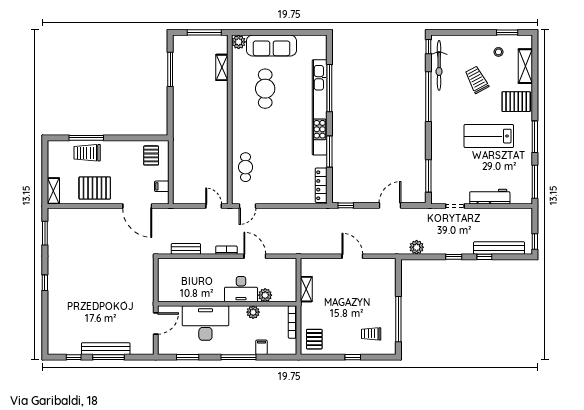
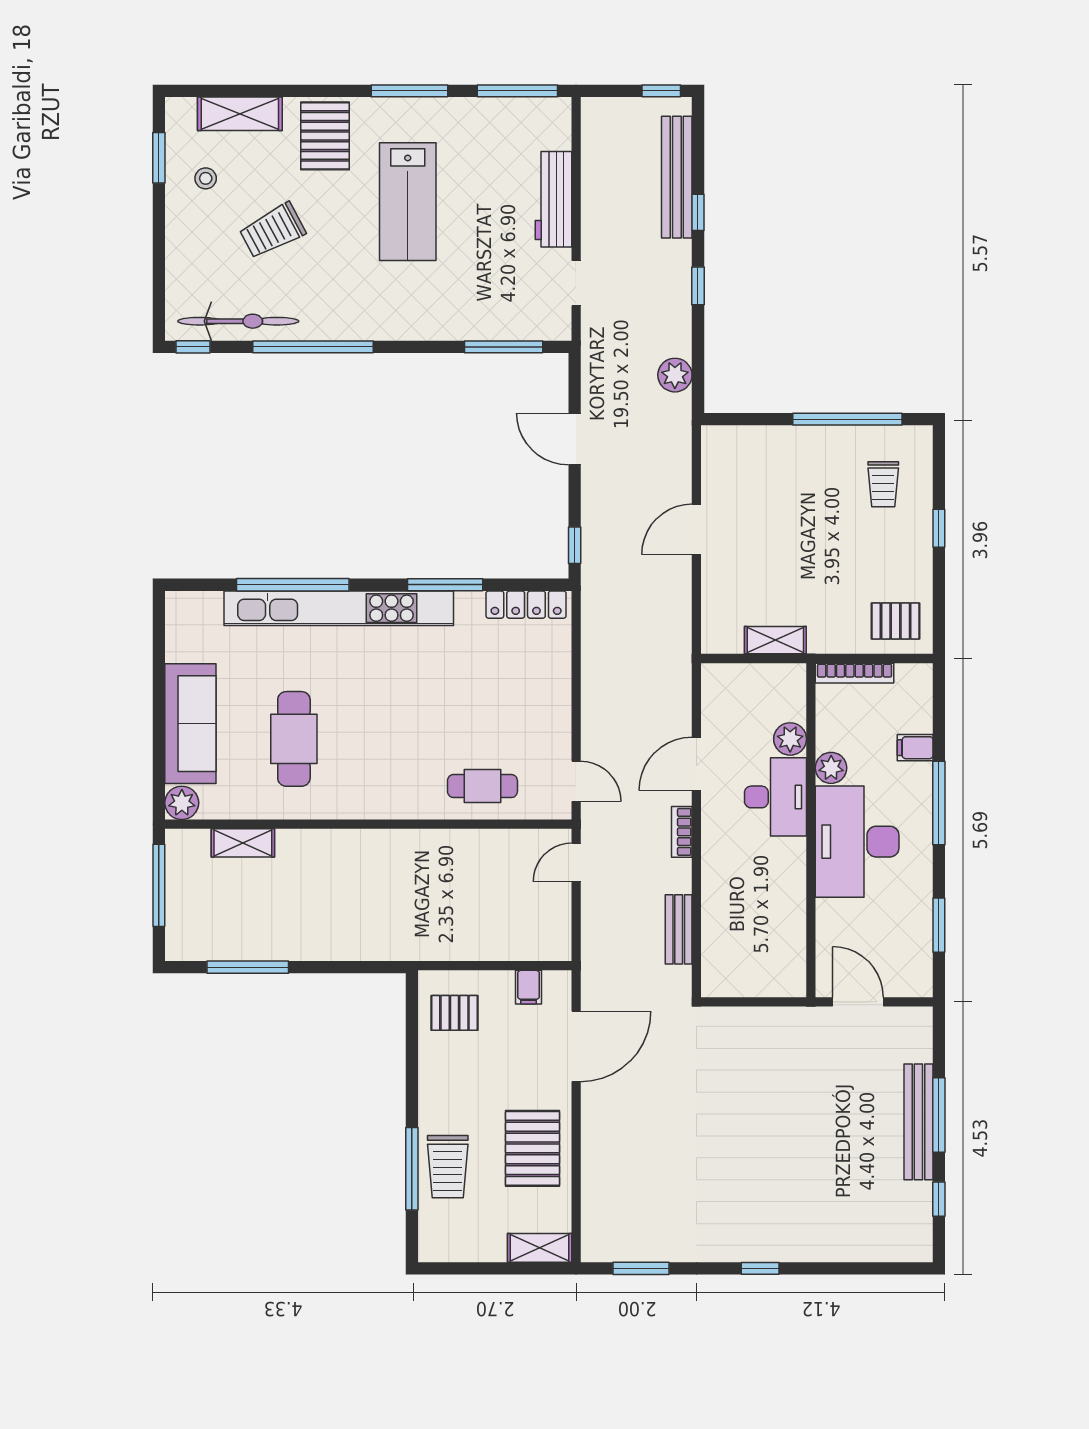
cafe table: (265, 89) -> (294, 739), turned 90
desk: (205, 323) -> (857, 842), moved

